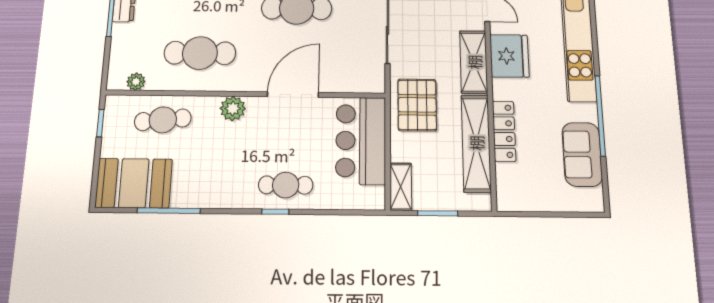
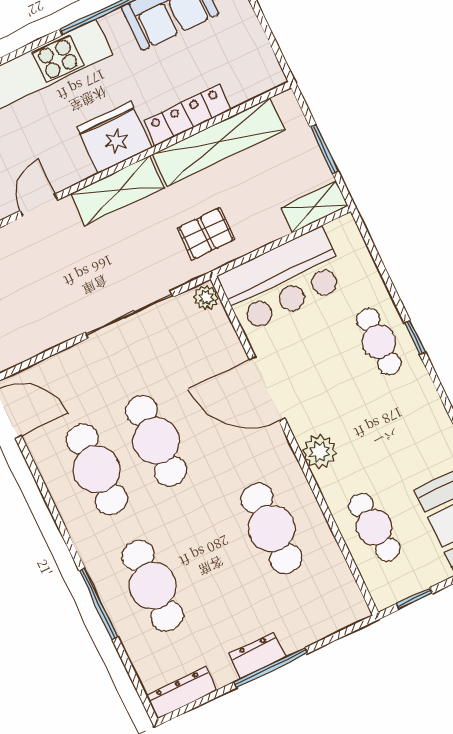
fridge: (509, 56) -> (115, 137), moved
plant: (136, 82) -> (206, 298), moved
pallet: (417, 105) -> (206, 234), width x0.67, depth x0.71

